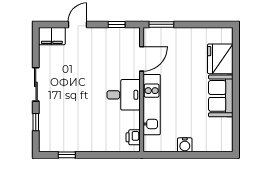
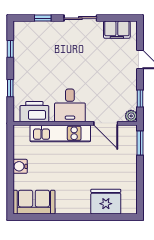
plant: (134, 33) -> (131, 116), added
filing cabinet: (52, 36) -> (117, 30), moved, turned -90
sofa: (221, 96) -> (34, 202), moved
printer: (133, 137) -> (34, 112), width x1.87, depth x1.48
window: (106, 155) -> (10, 88), added

